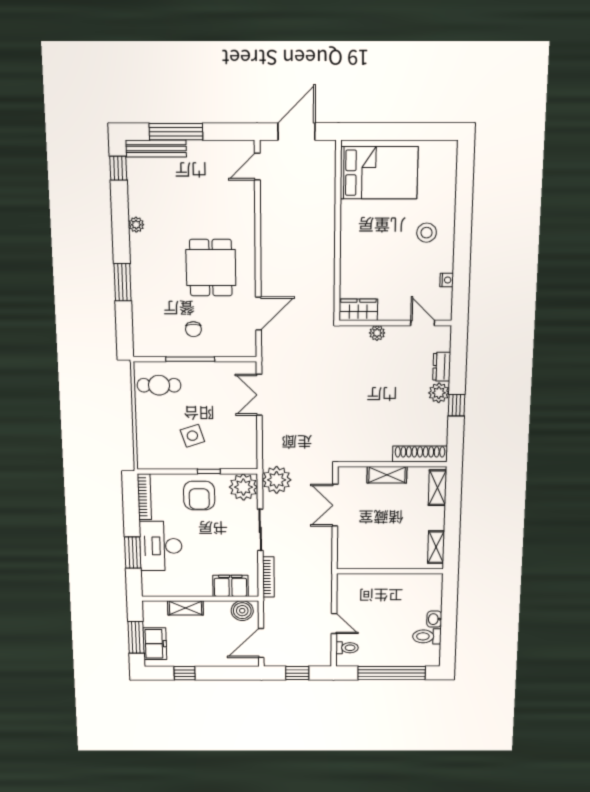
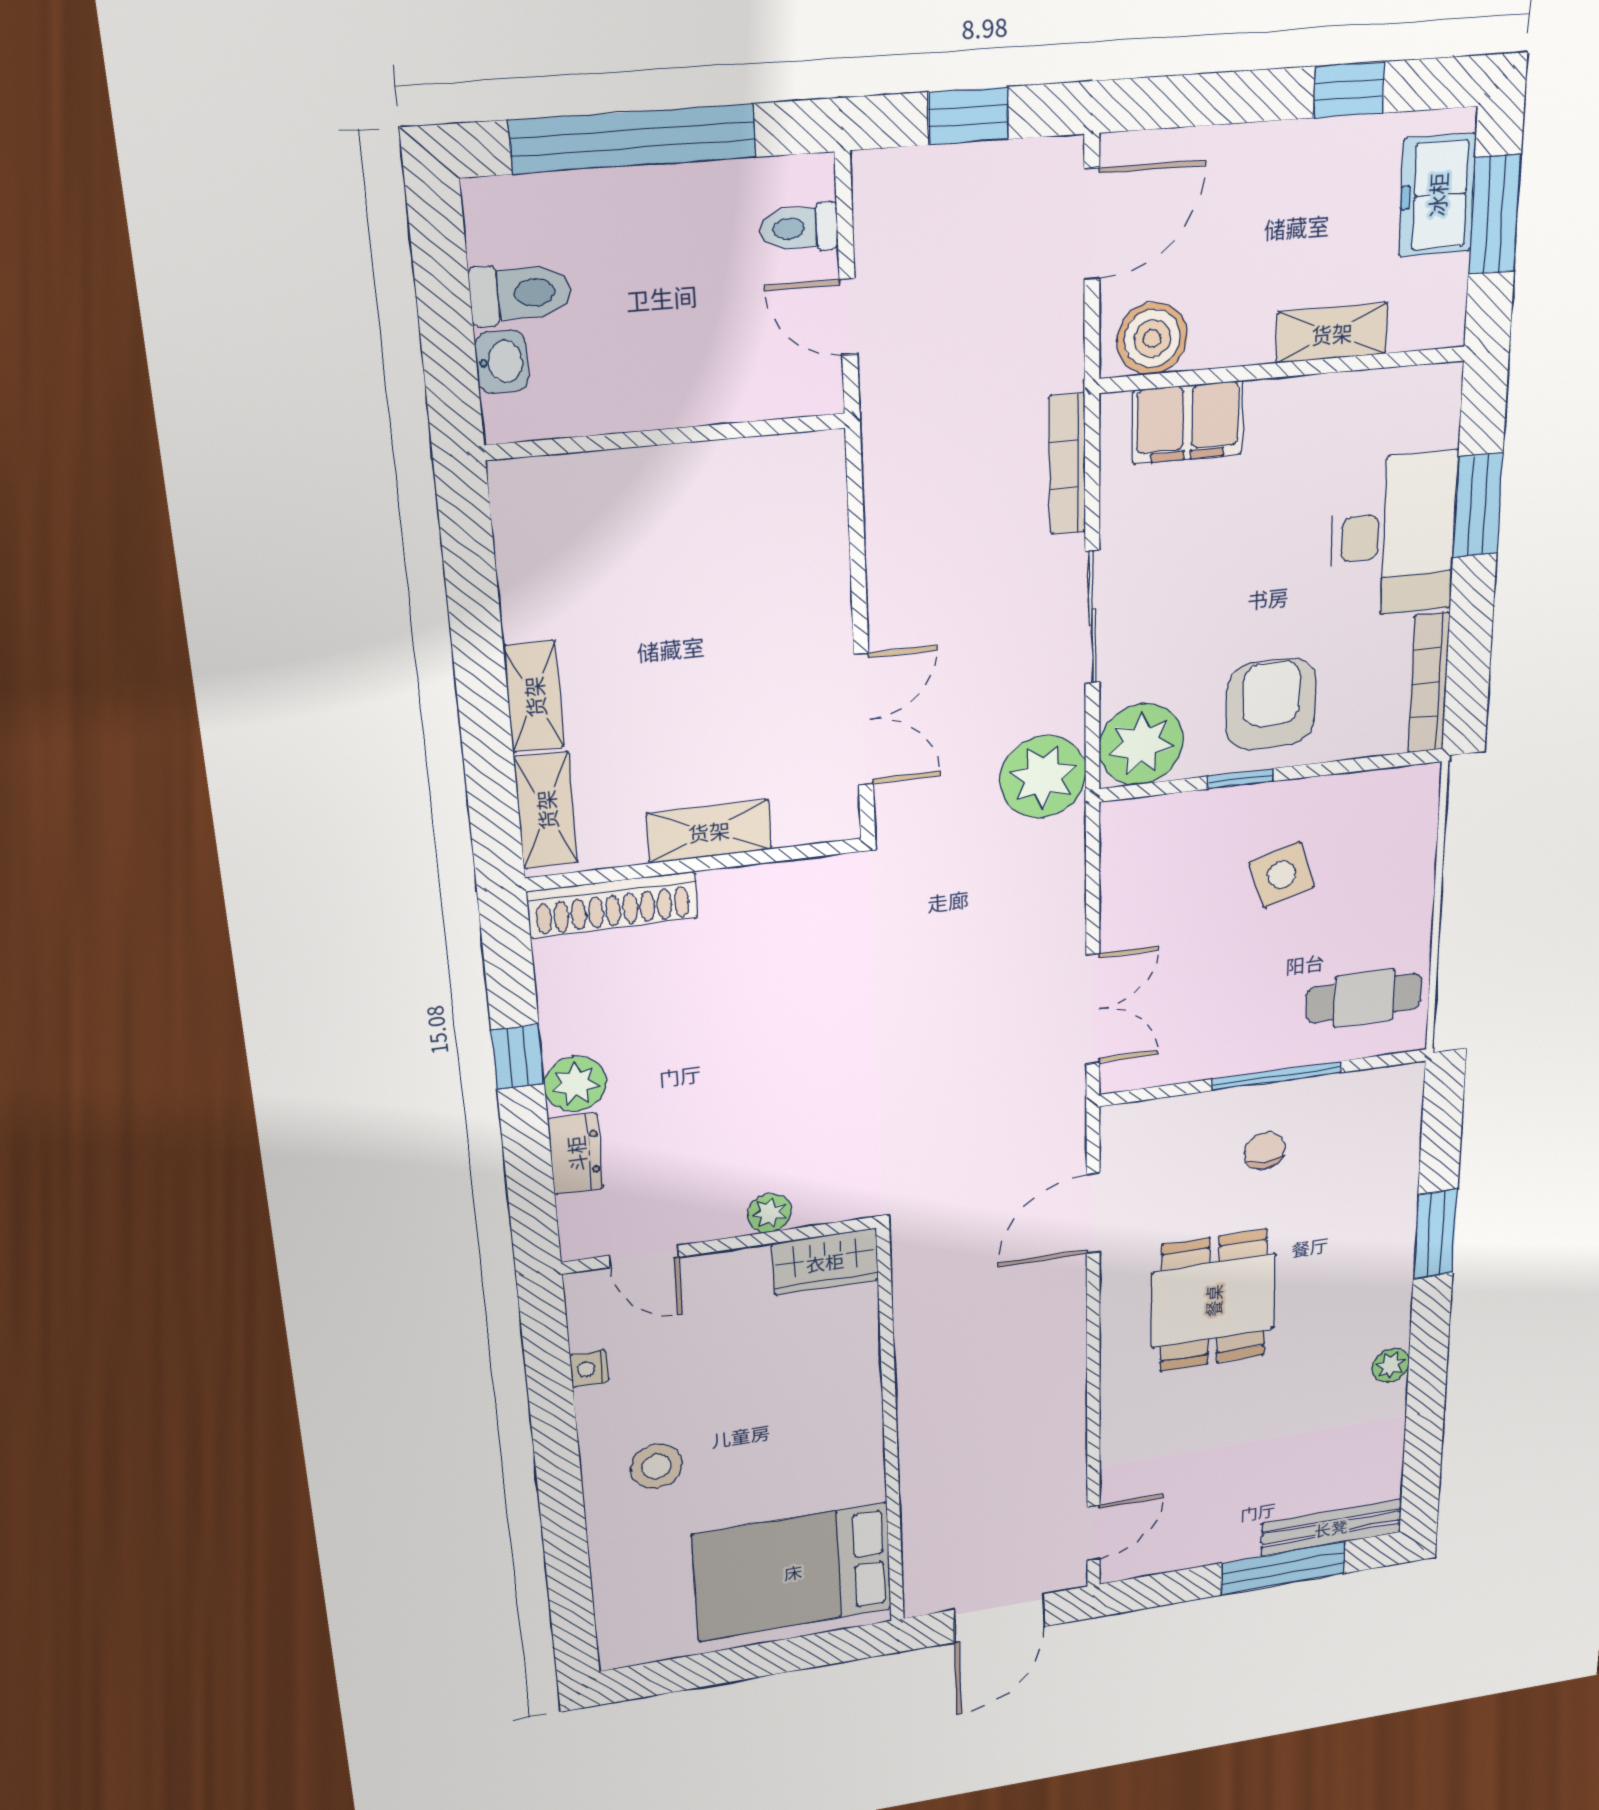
window: (118, 168) -> (1421, 1474), removed
shelving: (436, 547) -> (534, 697), moved
wall: (390, 571) -> (667, 437), moved

